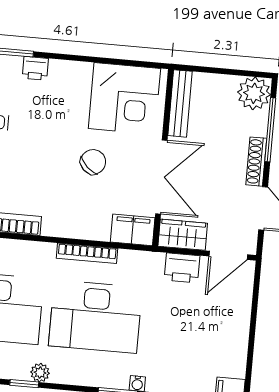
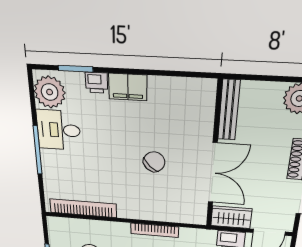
corner desk: (124, 99) -> (178, 107), removed
filing cabinet: (133, 230) -> (128, 87), moved, turned 180

